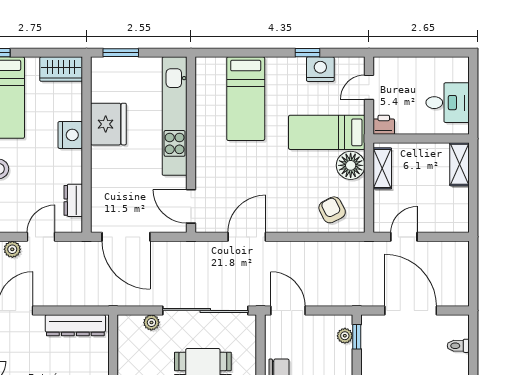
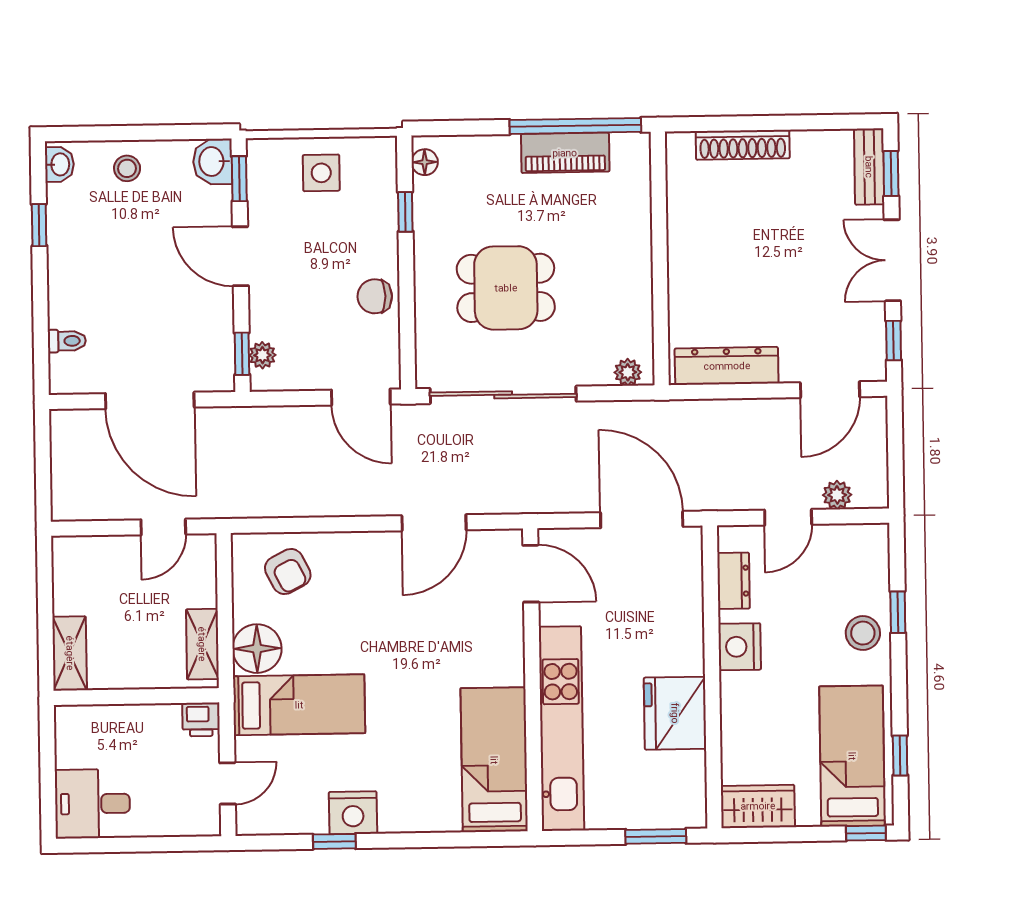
nightstand: (320, 69) -> (353, 813), moved
bed: (246, 99) -> (494, 760), moved
desk: (448, 103) -> (92, 804), moved
nightstand: (70, 135) -> (740, 647), moved
plant: (151, 322) -> (628, 372), moved

